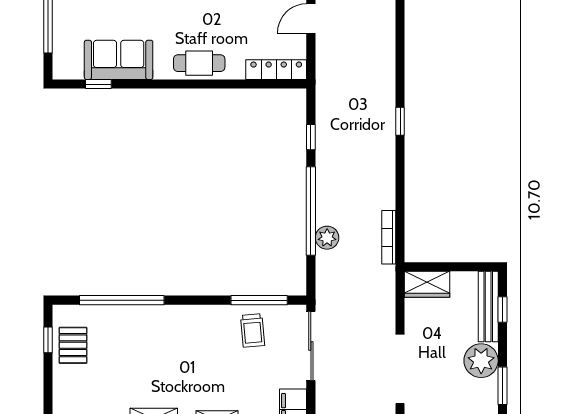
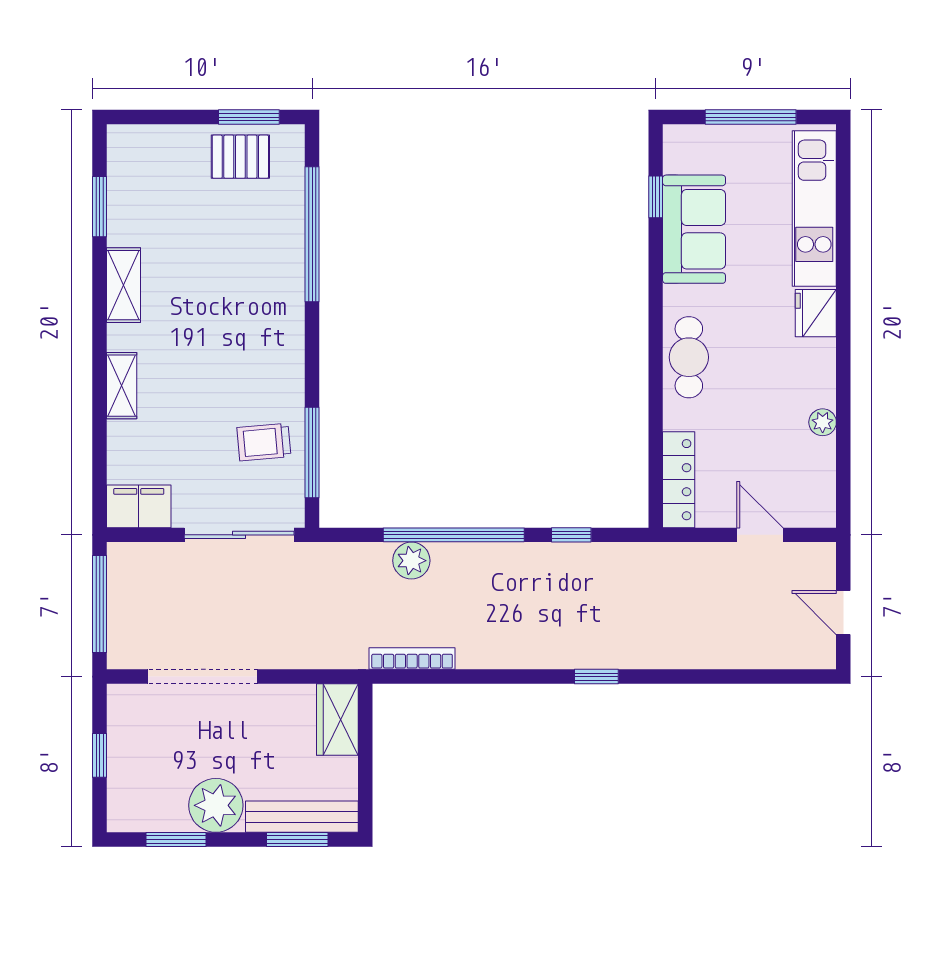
window: (503, 310) -> (297, 839), width x1.50
window: (48, 340) -> (249, 117), width x1.50

